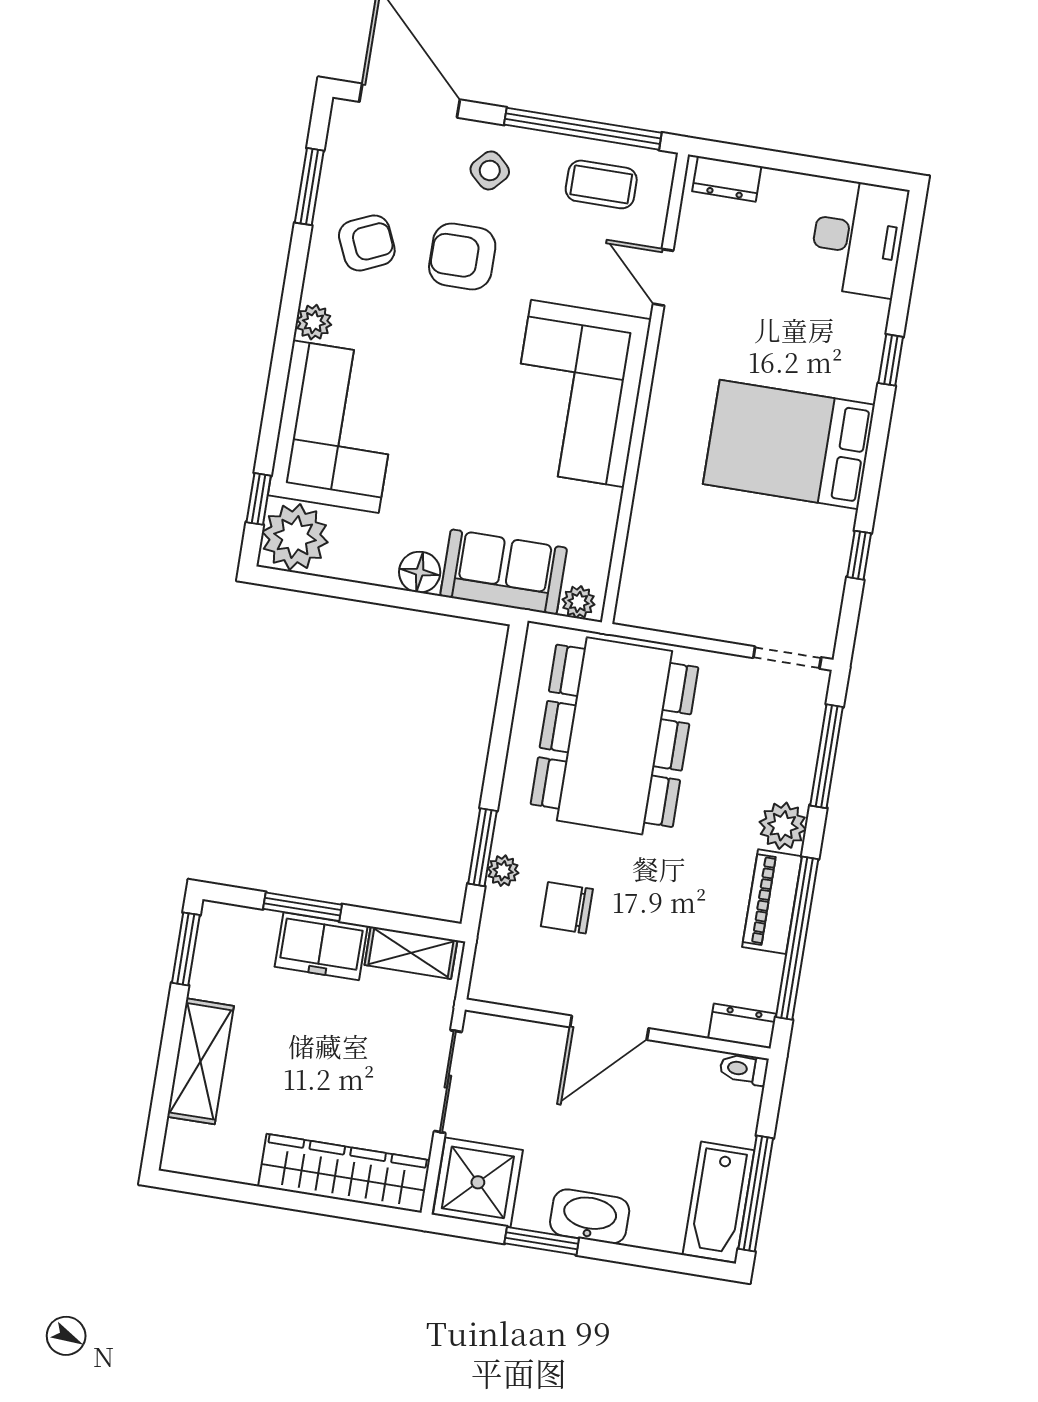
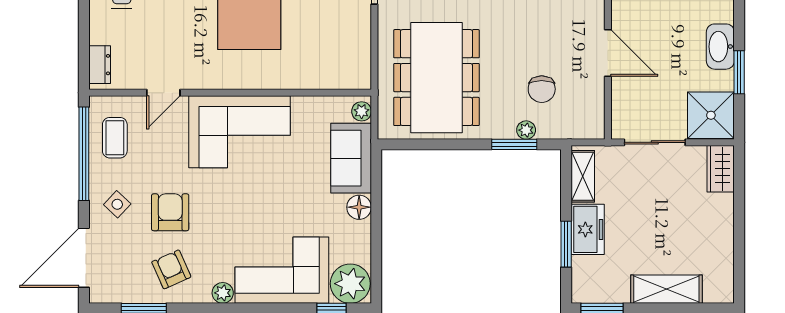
armchair: (462, 256) -> (170, 212), turned 180
dining table: (615, 736) -> (436, 78), turned 90
wardrobe: (344, 1173) -> (721, 169), width x0.48, depth x0.85

